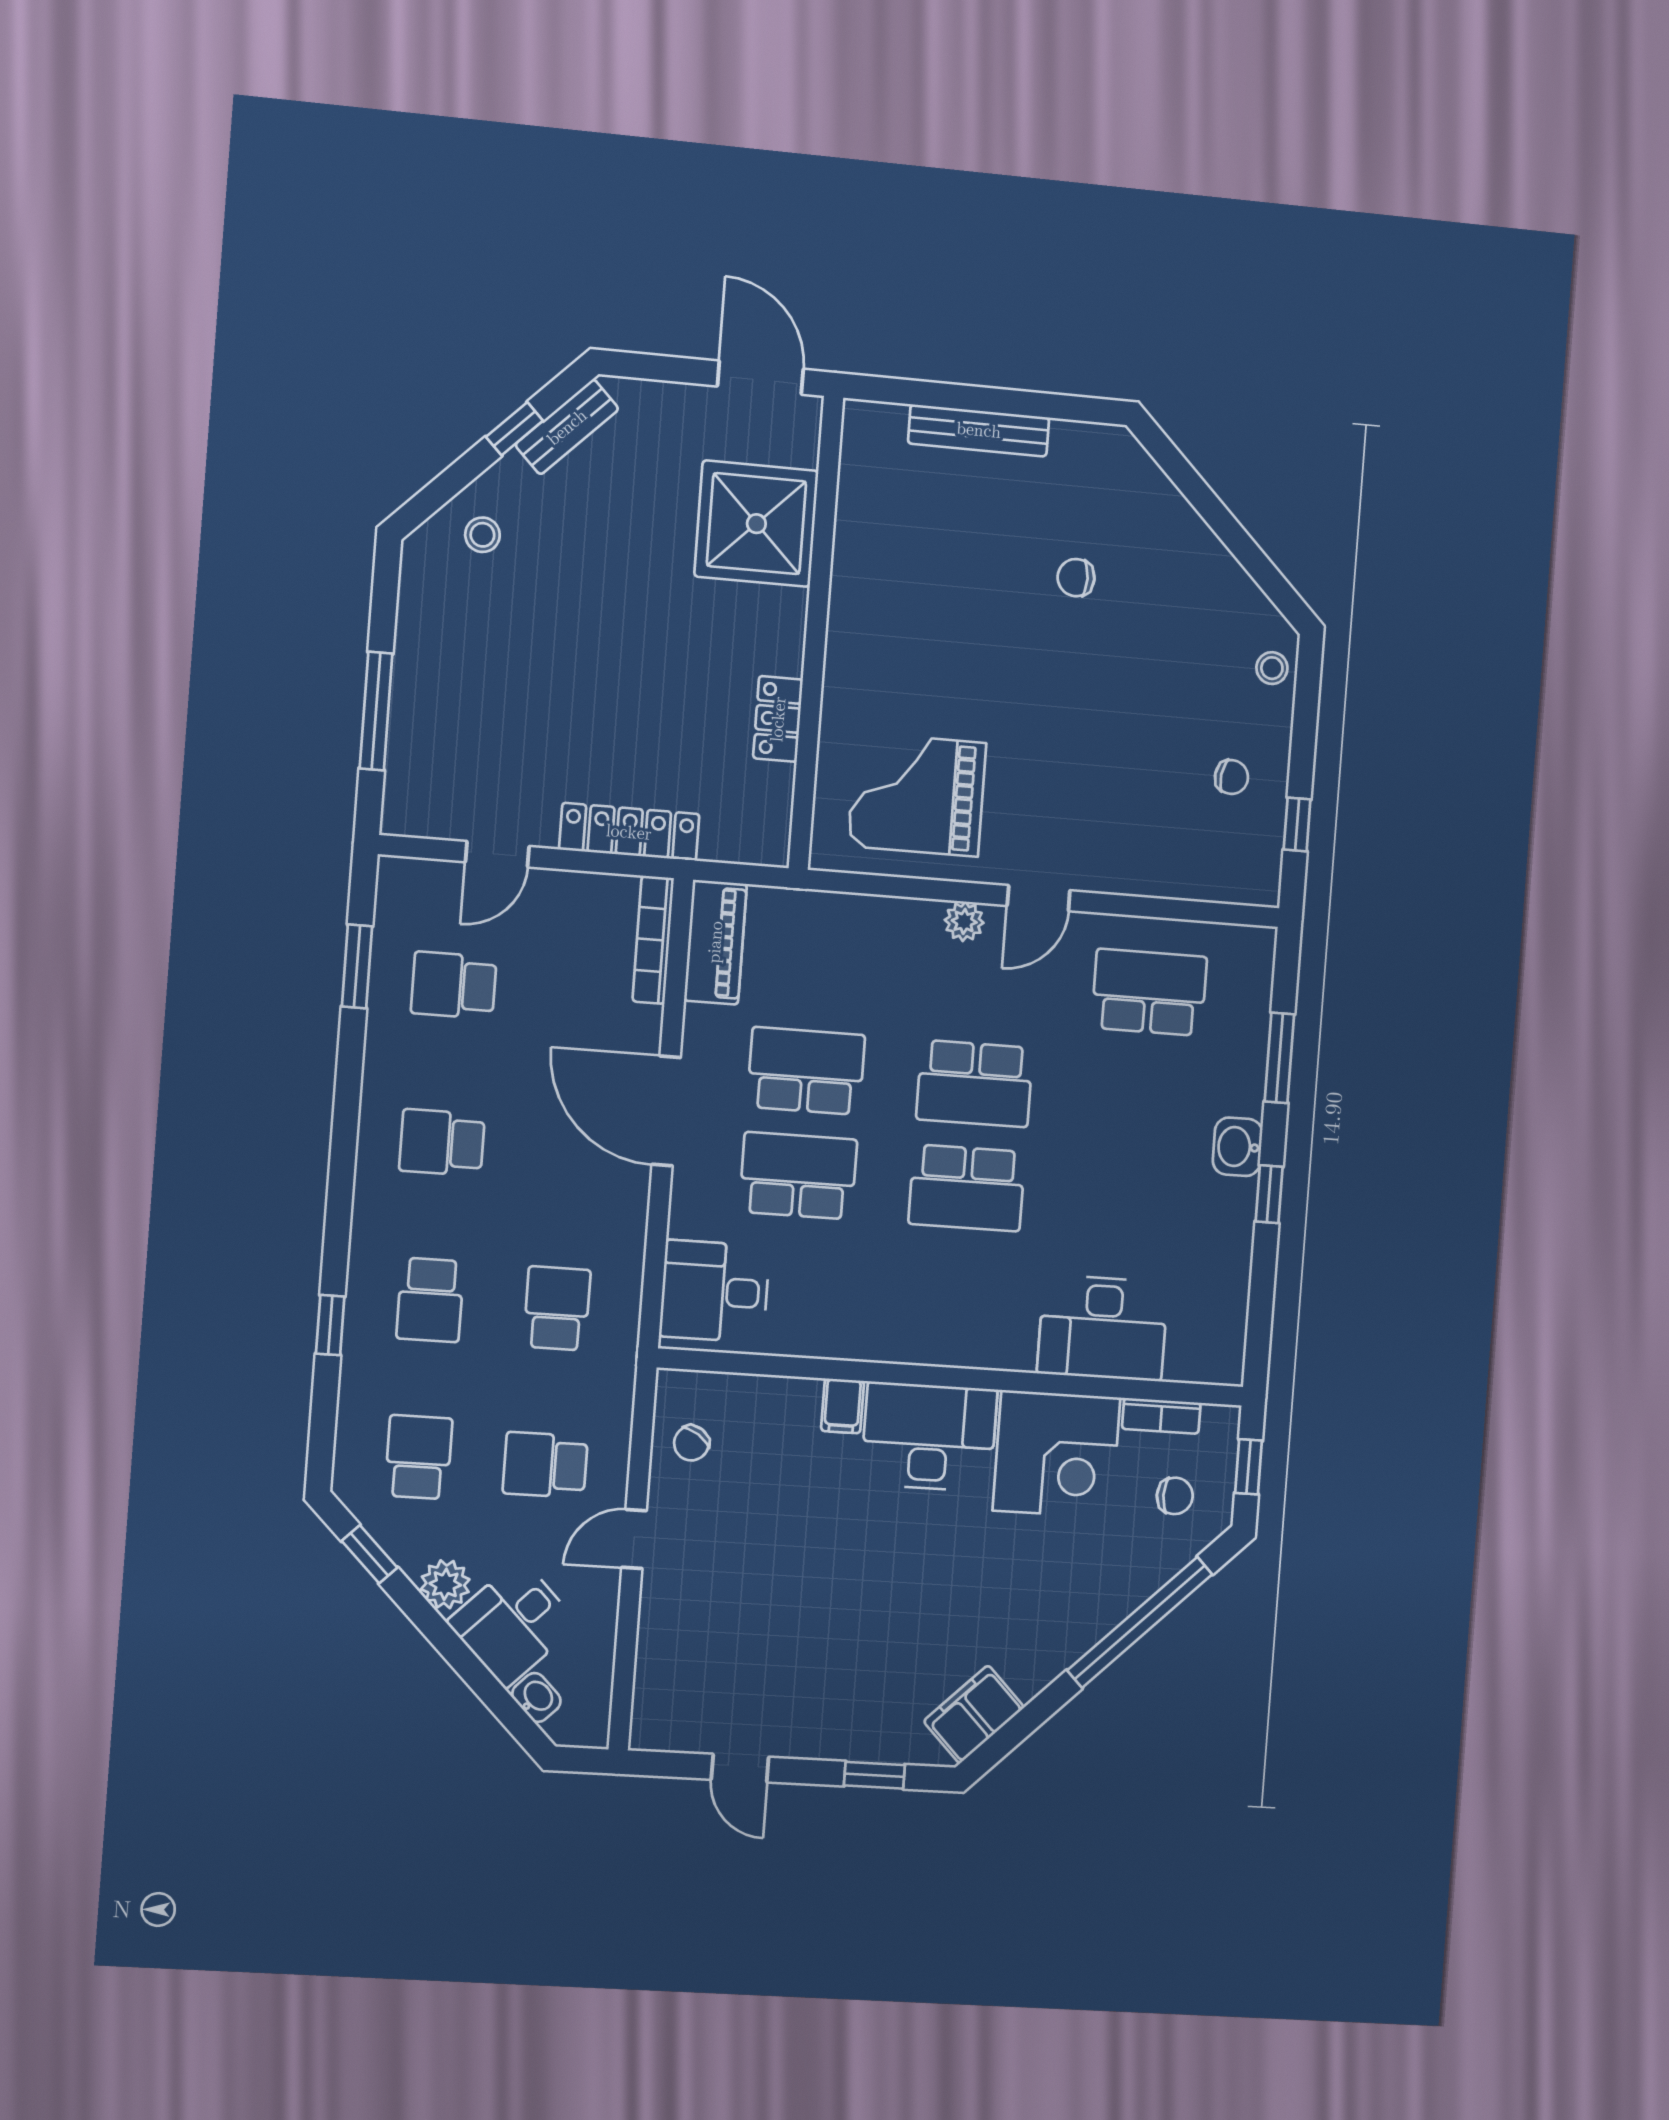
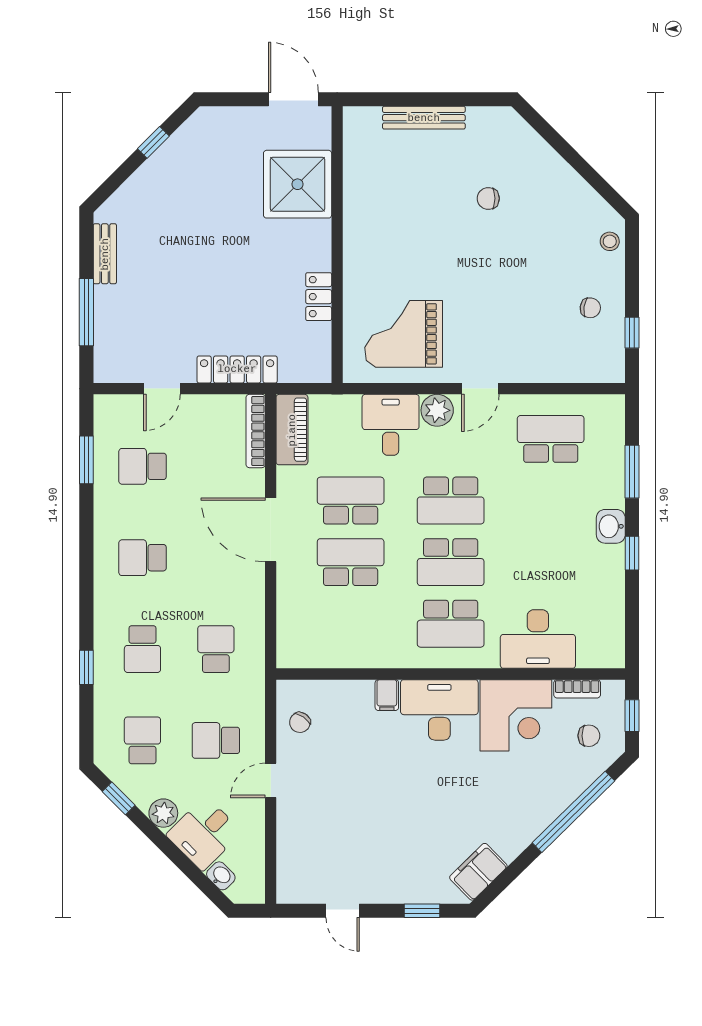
bench: (567, 427) -> (105, 254), moved, turned -45
stool: (482, 535) -> (140, 205), removed
plant: (964, 921) -> (437, 410), width x1.38, depth x1.38
desk: (715, 1291) -> (391, 425), moved, turned 90
school desk: (959, 1292) -> (451, 624), added

